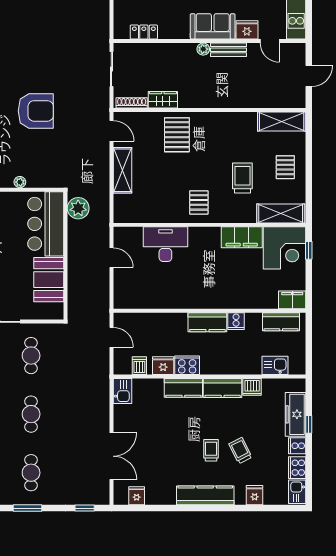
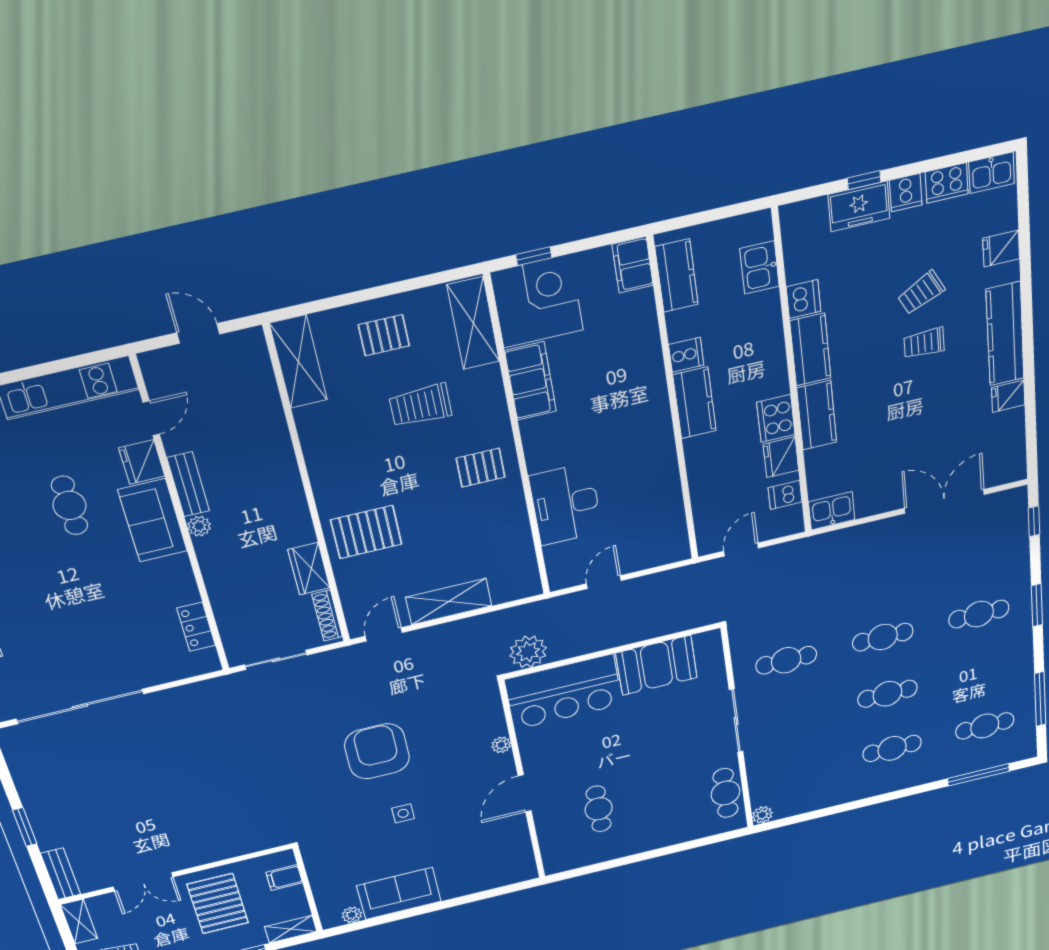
freezer: (296, 414) -> (859, 206), width x0.71
fridge: (137, 496) -> (1008, 396), moved

